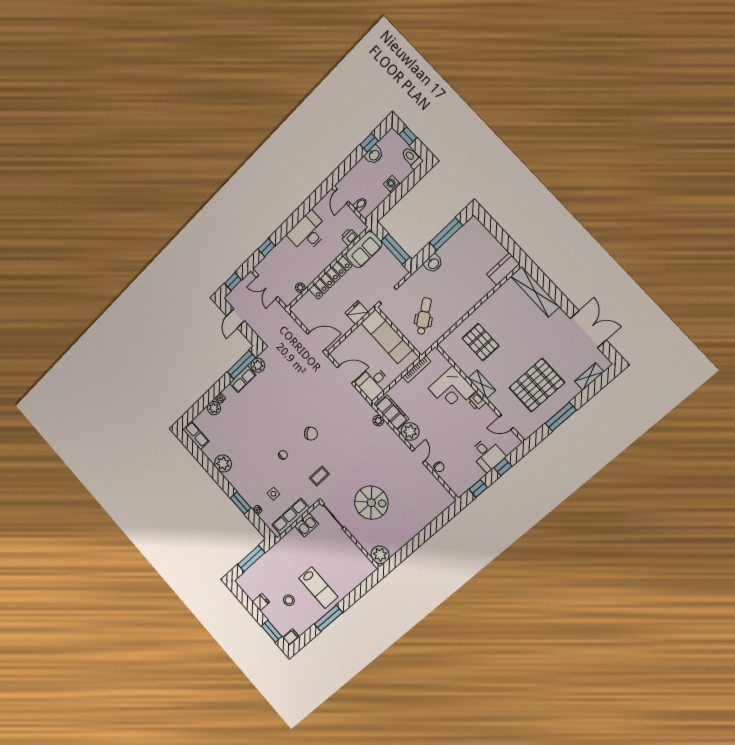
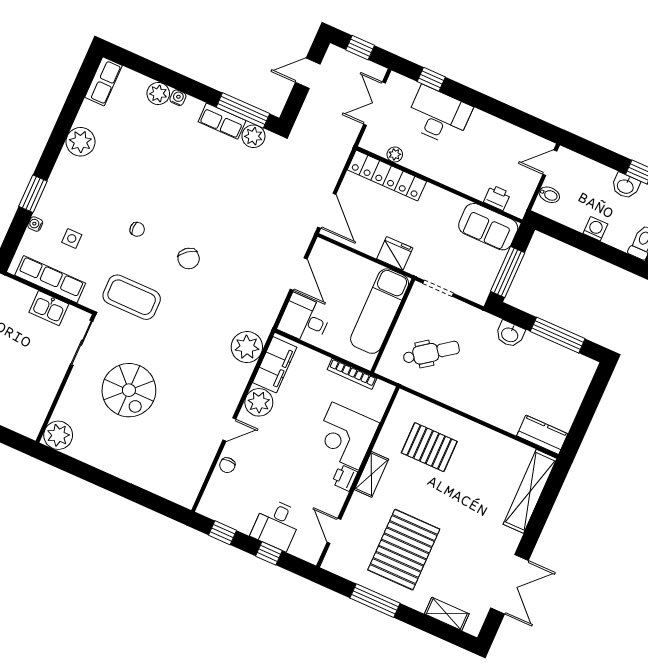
desk: (308, 232) -> (439, 116), moved
locker: (330, 278) -> (387, 176), moved
pallet: (481, 342) -> (429, 447), turned 90
pallet: (537, 385) -> (404, 550), turned 90
plant: (378, 421) -> (247, 347), width x1.87, depth x1.87
coffee table: (319, 476) -> (132, 297), width x1.86, depth x1.72

